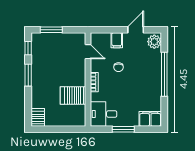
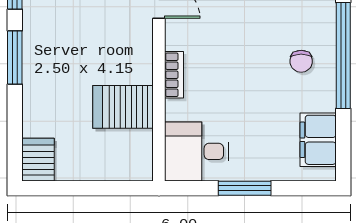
chair: (119, 67) -> (301, 61), moved
filing cabinet: (150, 119) -> (318, 140), moved, turned -90

